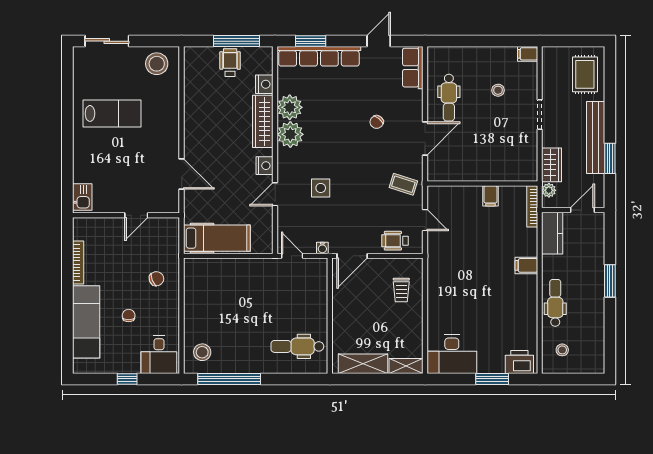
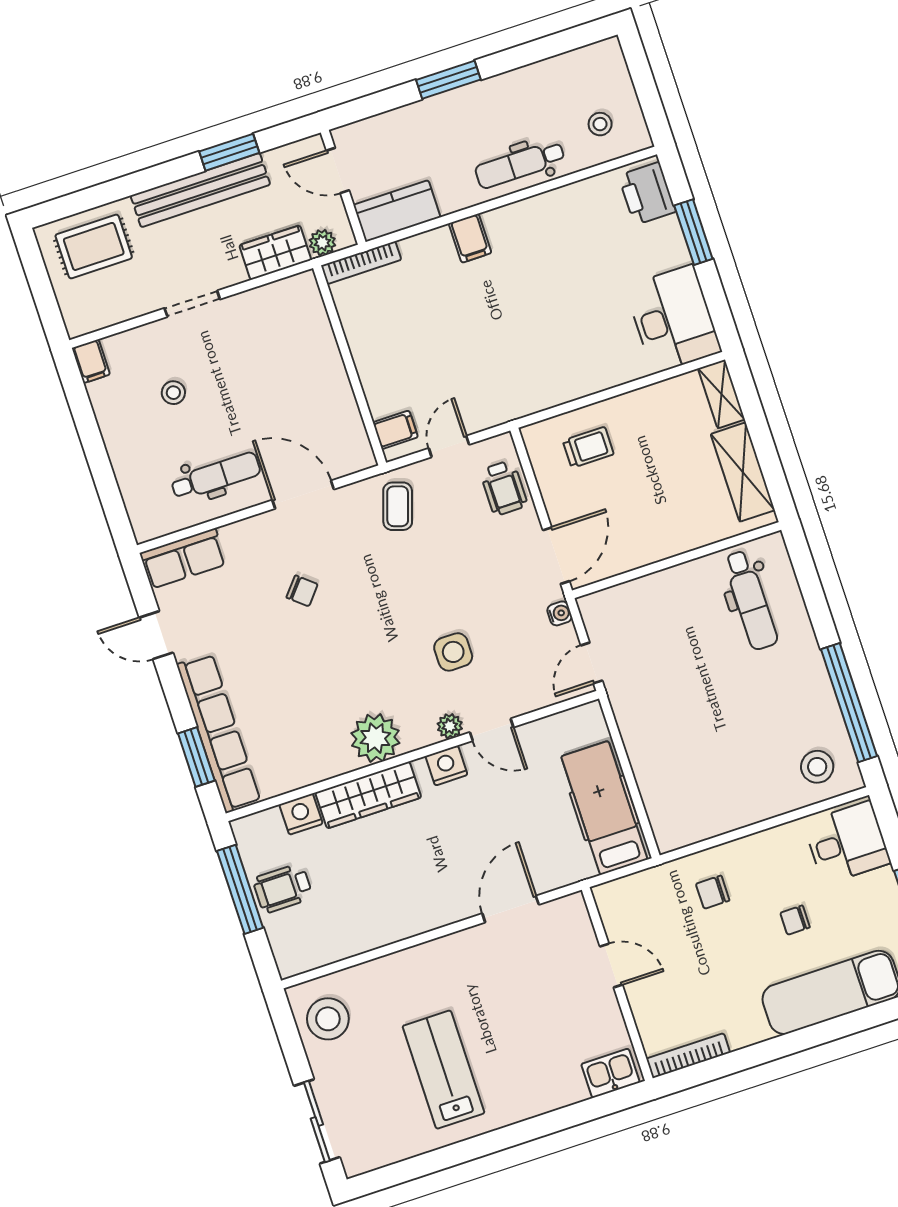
plant: (290, 107) -> (450, 726), moved, width x0.53, depth x0.53
filing cabinet: (491, 196) -> (395, 430), moved
door: (352, 256) -> (556, 556), hinge flipped
bookcase: (78, 262) -> (688, 1056), moved
chair: (156, 279) -> (713, 892), turned -68

